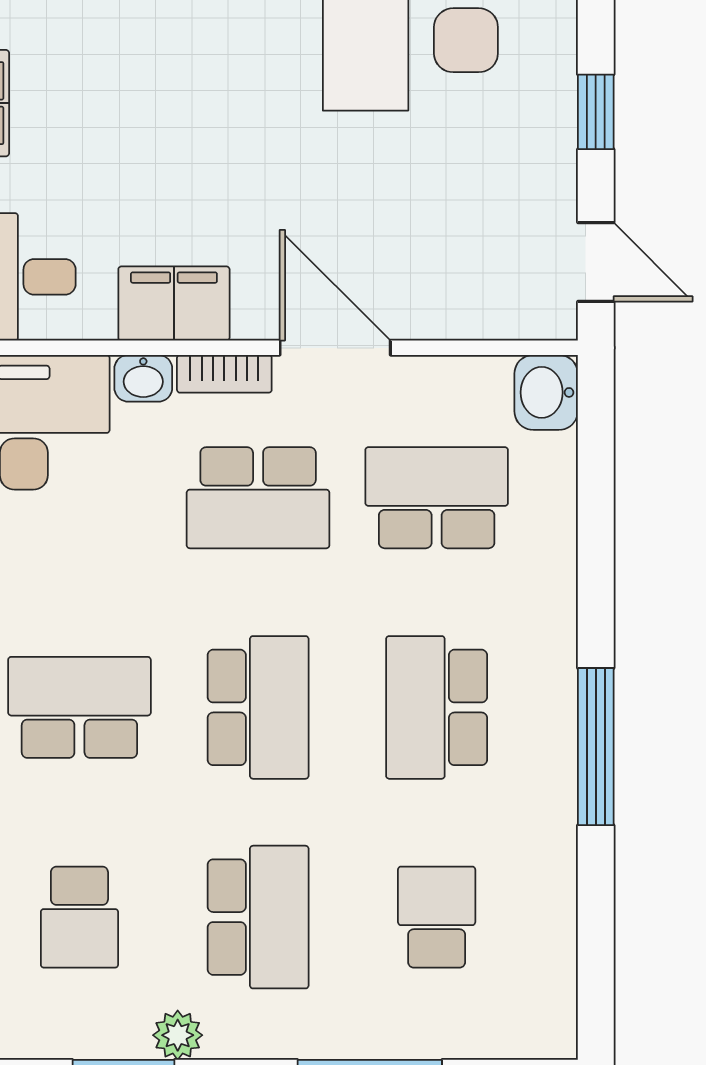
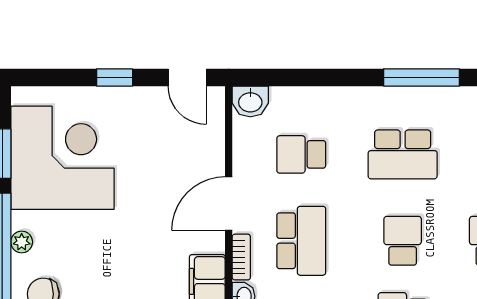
door: (596, 262) -> (187, 77), swing flipped
school desk: (437, 498) -> (301, 154), width x0.54
school desk: (258, 707) -> (403, 241), width x0.54

